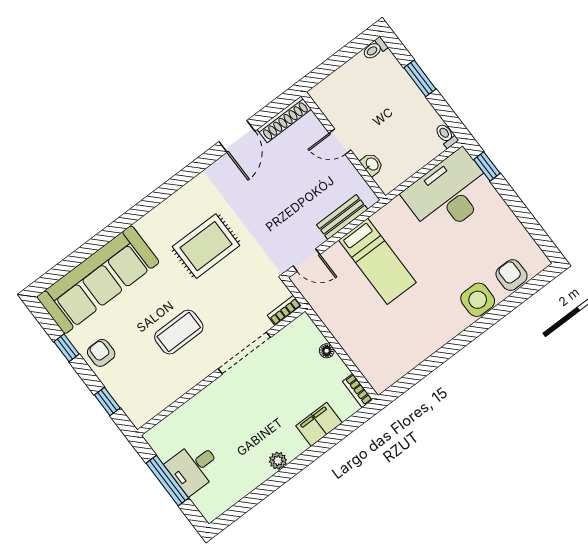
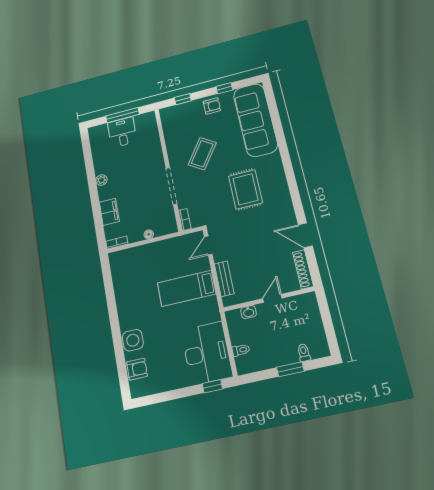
toilet: (375, 49) -> (304, 353), moved
toilet: (446, 135) -> (241, 350), moved
coffee table: (179, 332) -> (202, 154), turned 34

